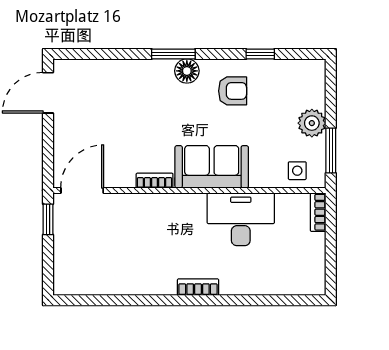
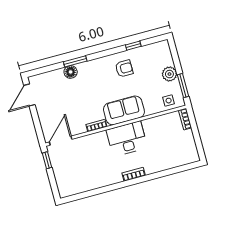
window: (173, 54) -> (75, 61), moved
floor lamp: (187, 71) -> (71, 72), moved
desk: (241, 219) -> (127, 139), moved

